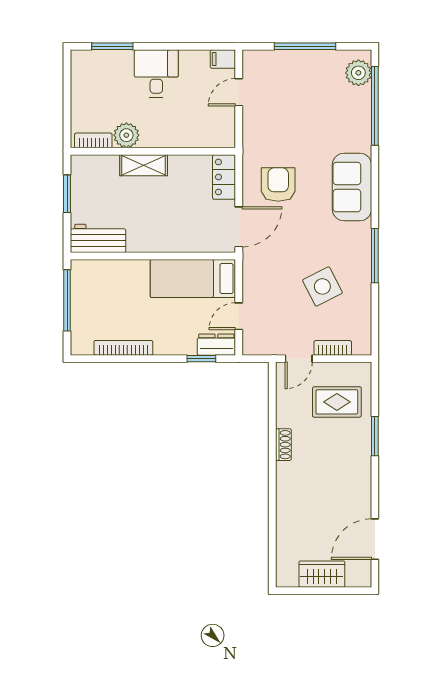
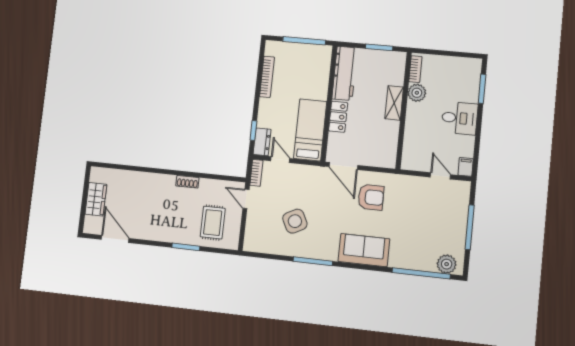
locker: (224, 177) -> (338, 117), moved, turned 90
workbench: (98, 238) -> (345, 73), width x1.38
bookcase: (333, 348) -> (256, 173), moved

